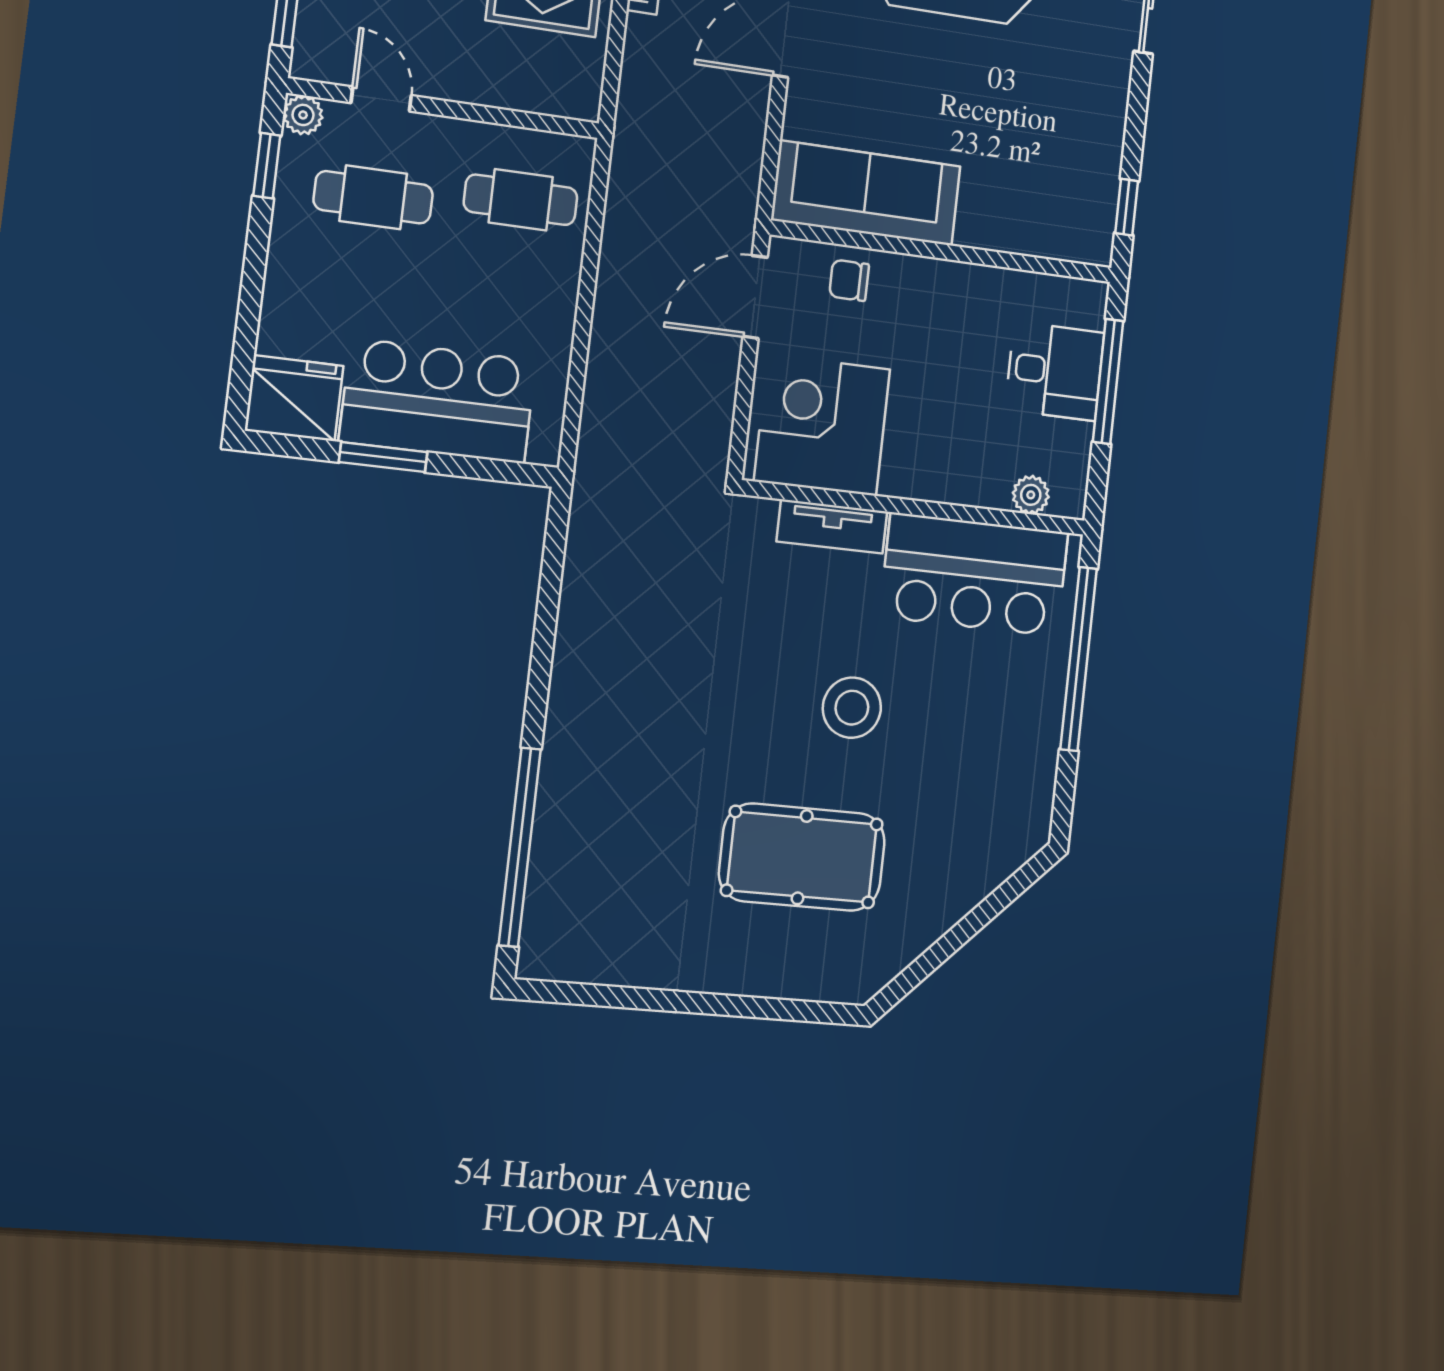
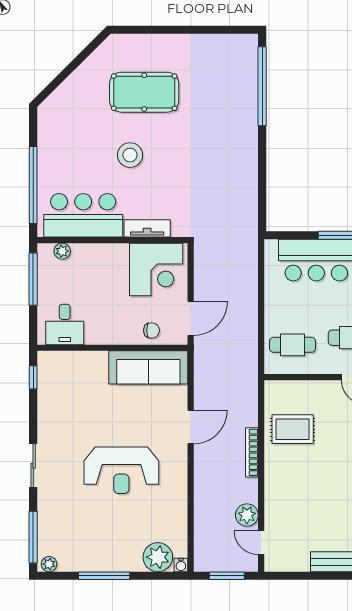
desk: (1055, 371) -> (65, 324), moved, turned -90
window: (1108, 381) -> (33, 279), moved

